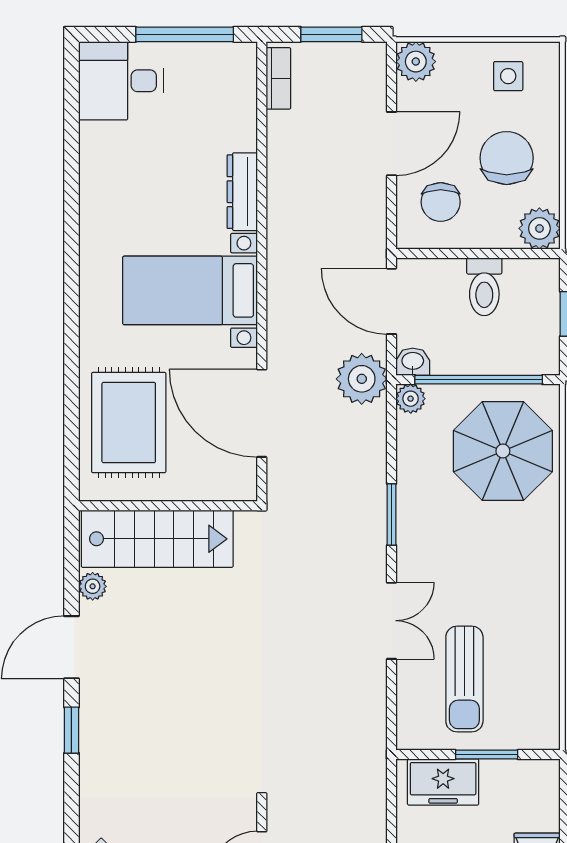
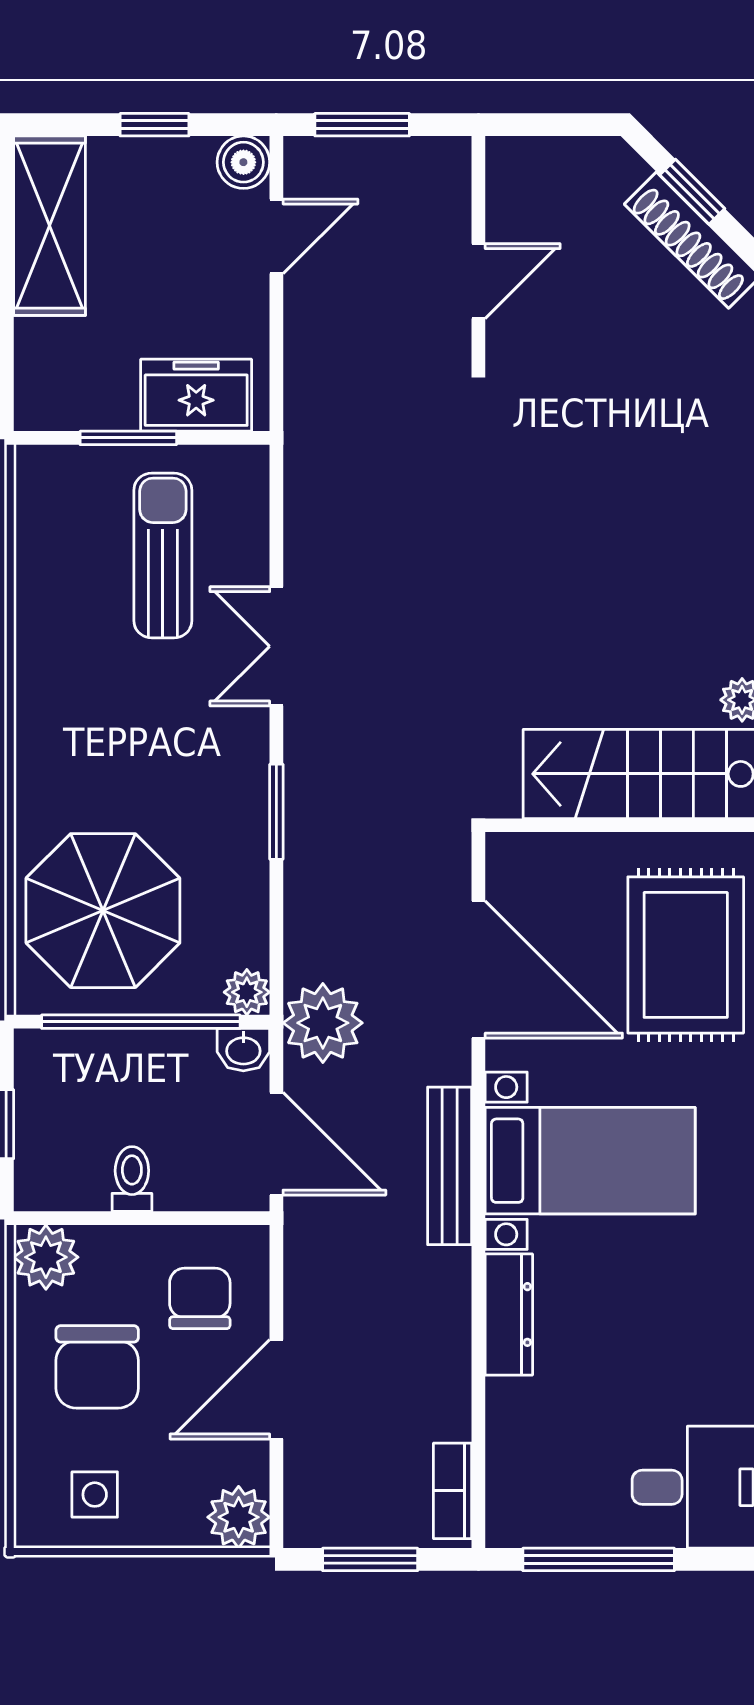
bench: (280, 287) -> (450, 1166), added
toilet: (484, 287) -> (132, 1179), width x0.73, depth x0.72

